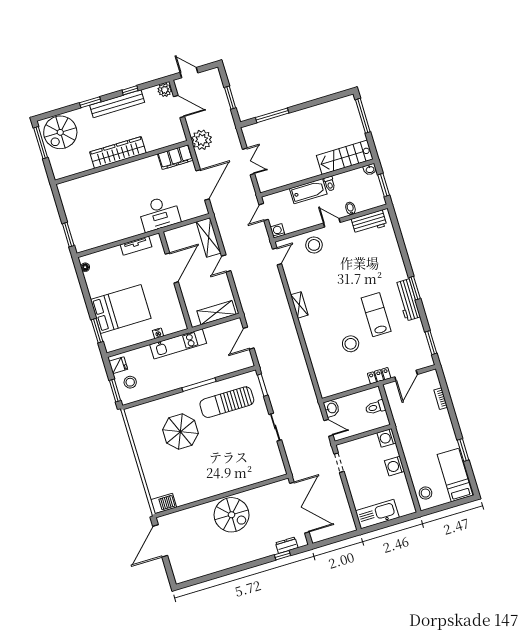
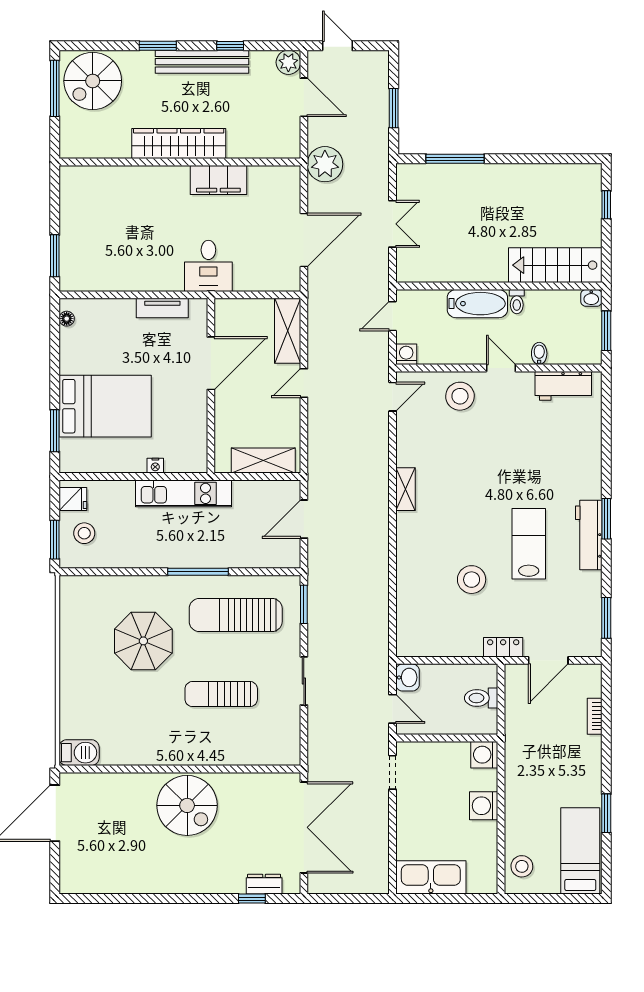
window: (363, 116) -> (606, 205), width x0.46
filing cabinet: (175, 157) -> (218, 180), moved
desk: (159, 213) -> (208, 266), width x0.73
sun lounger: (232, 448) -> (221, 694), added

